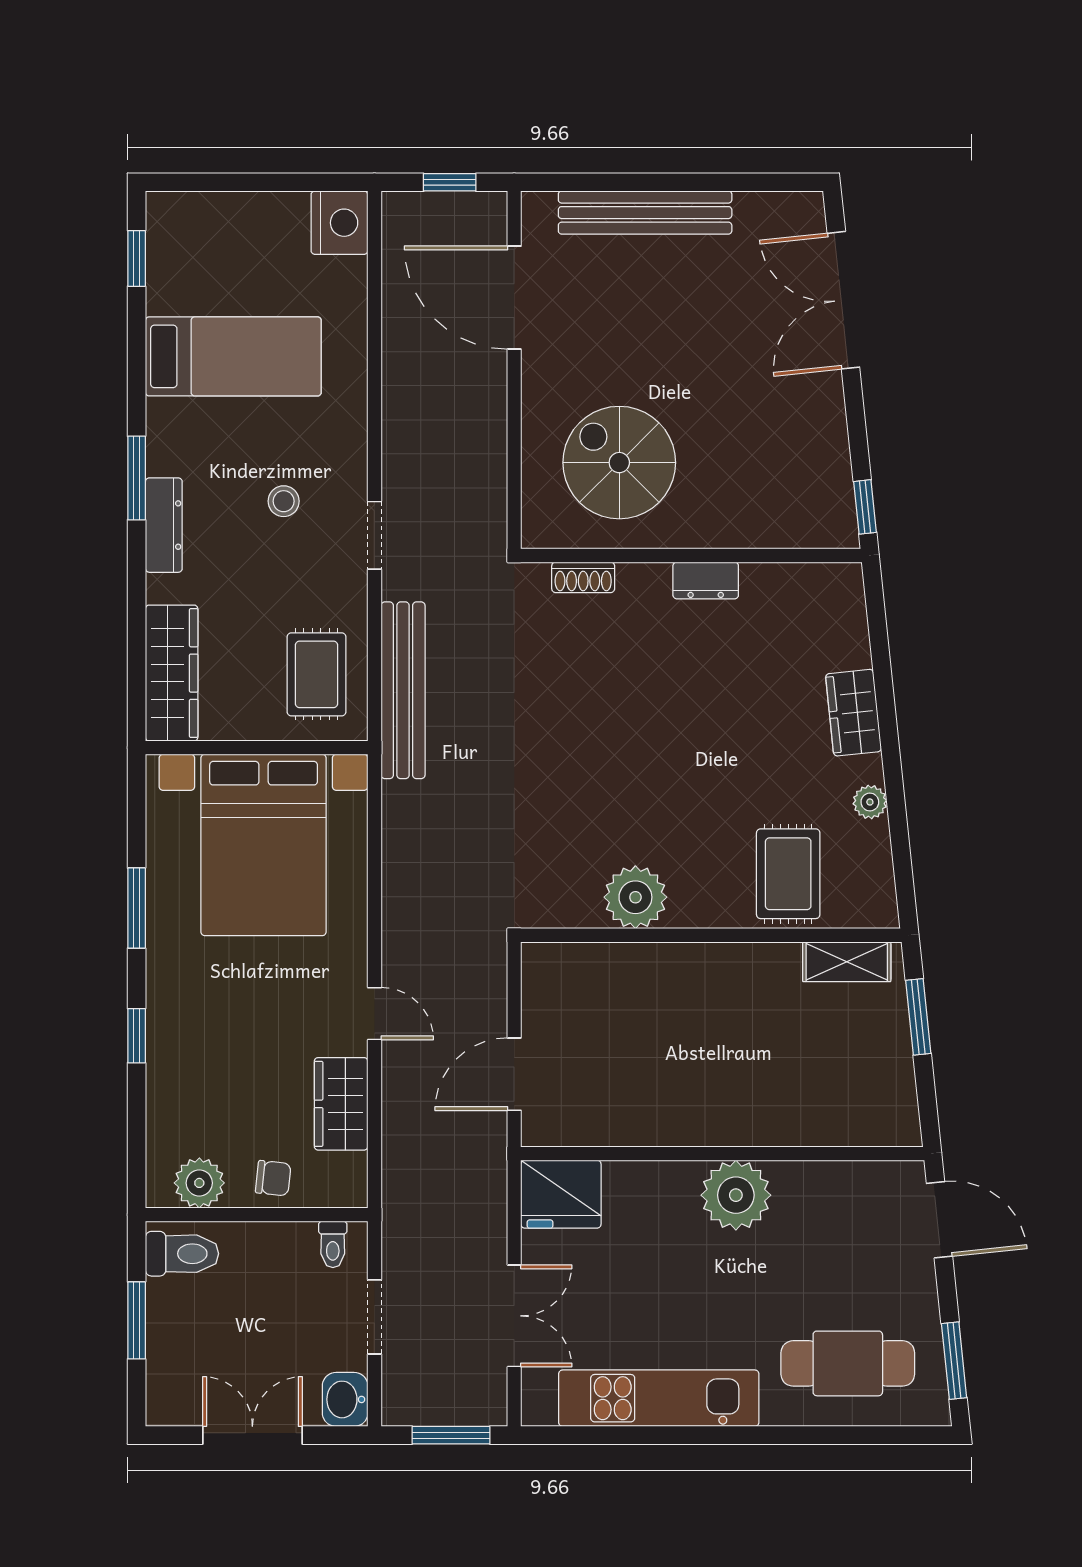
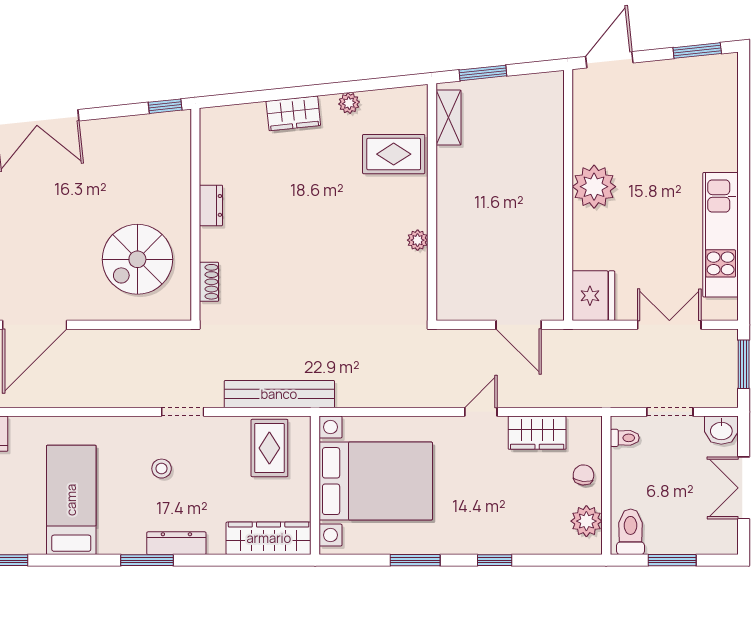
rug: (317, 674) -> (269, 448), turned 90
plant: (635, 897) -> (418, 240), width x0.53, depth x0.53
cafe table: (848, 1363) -> (699, 117), removed

